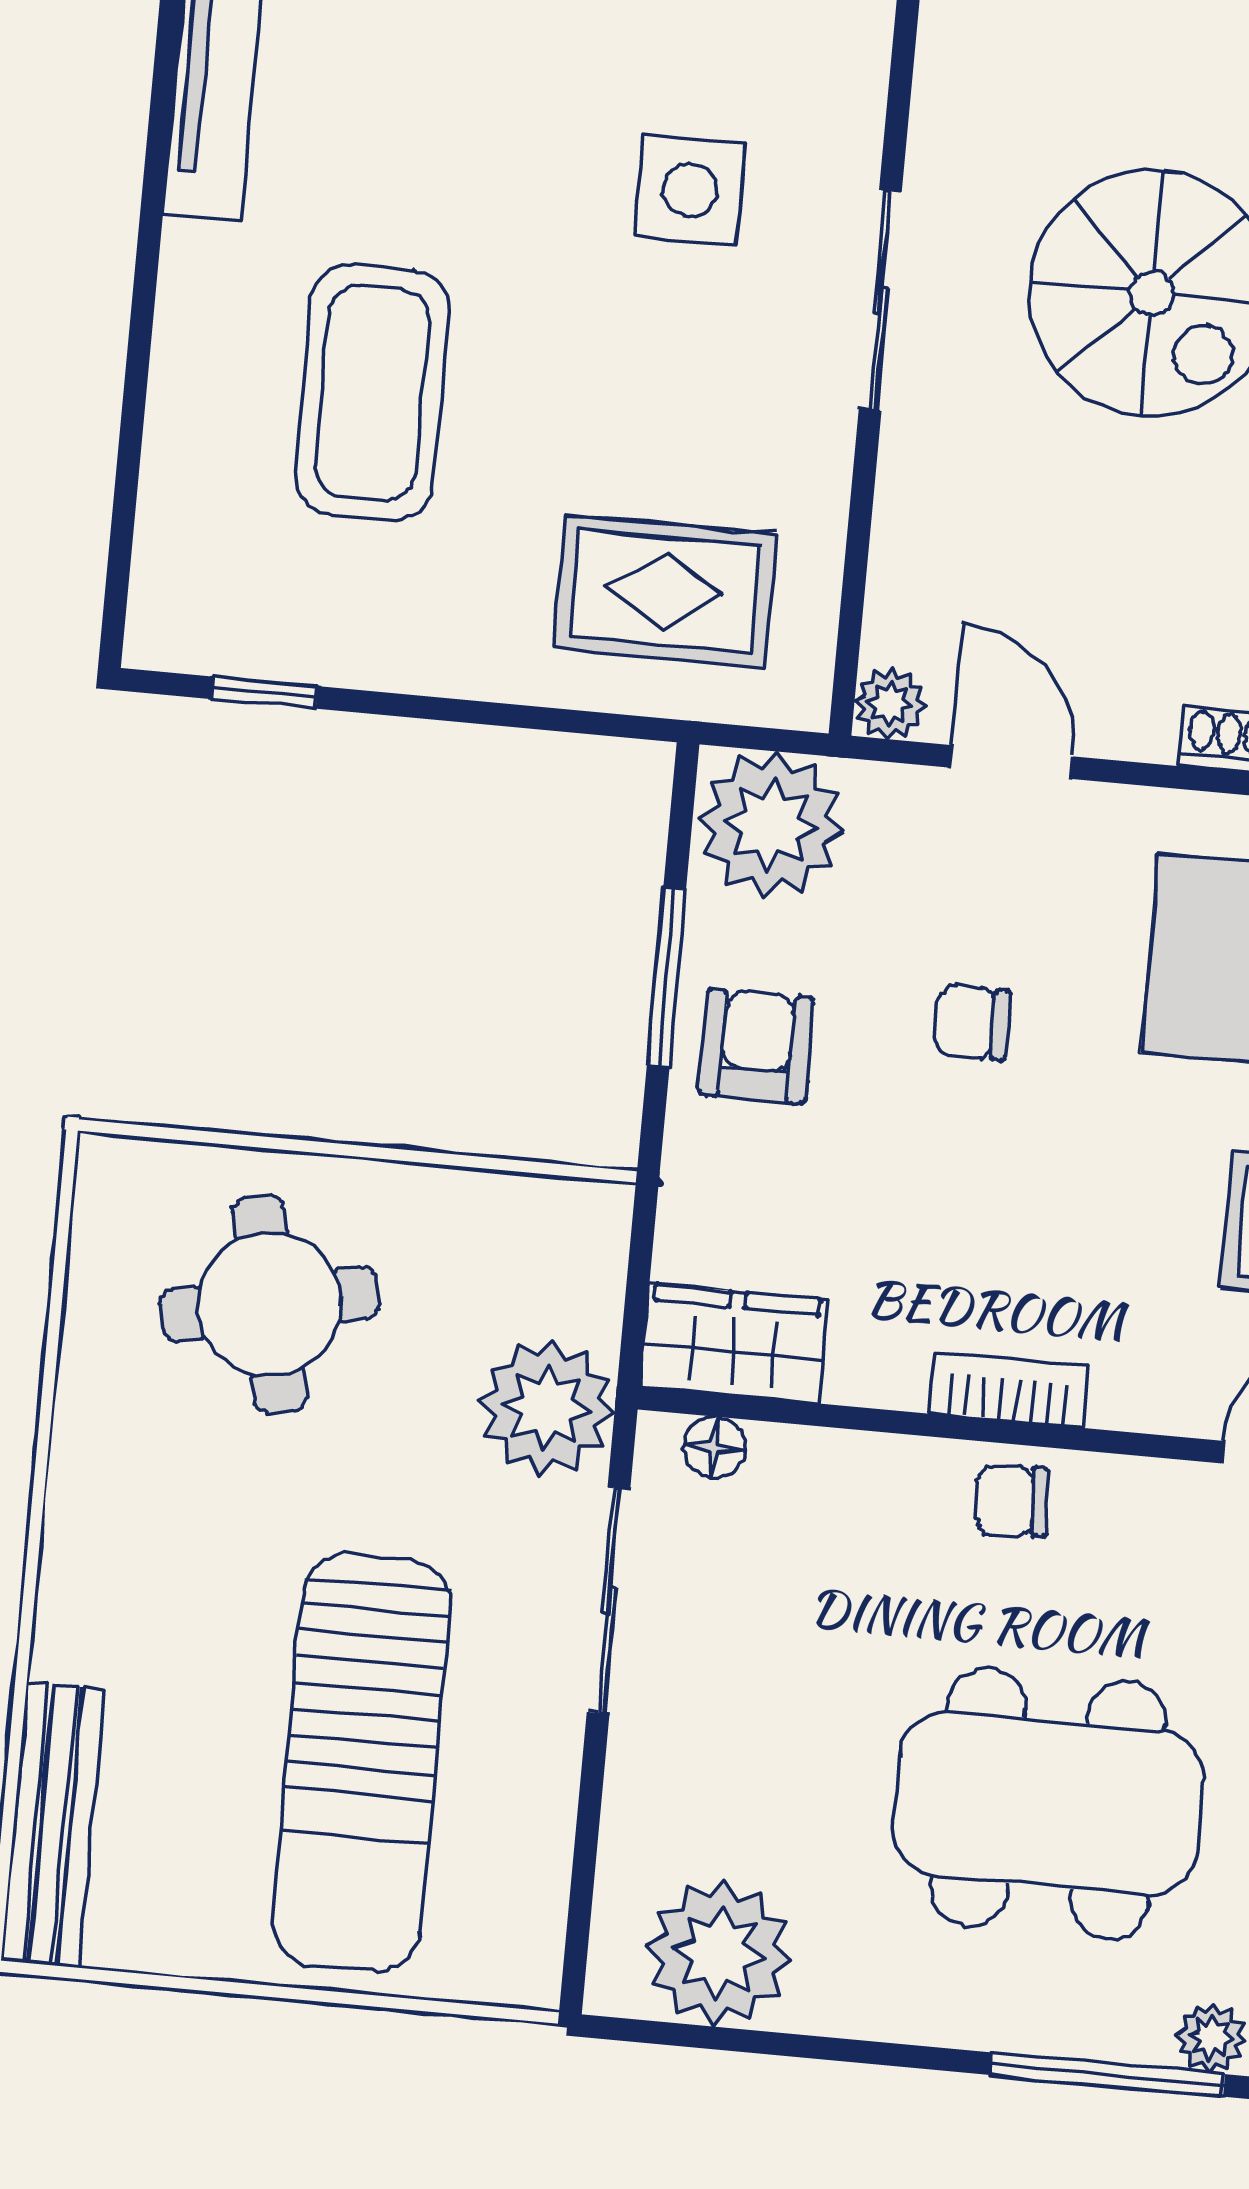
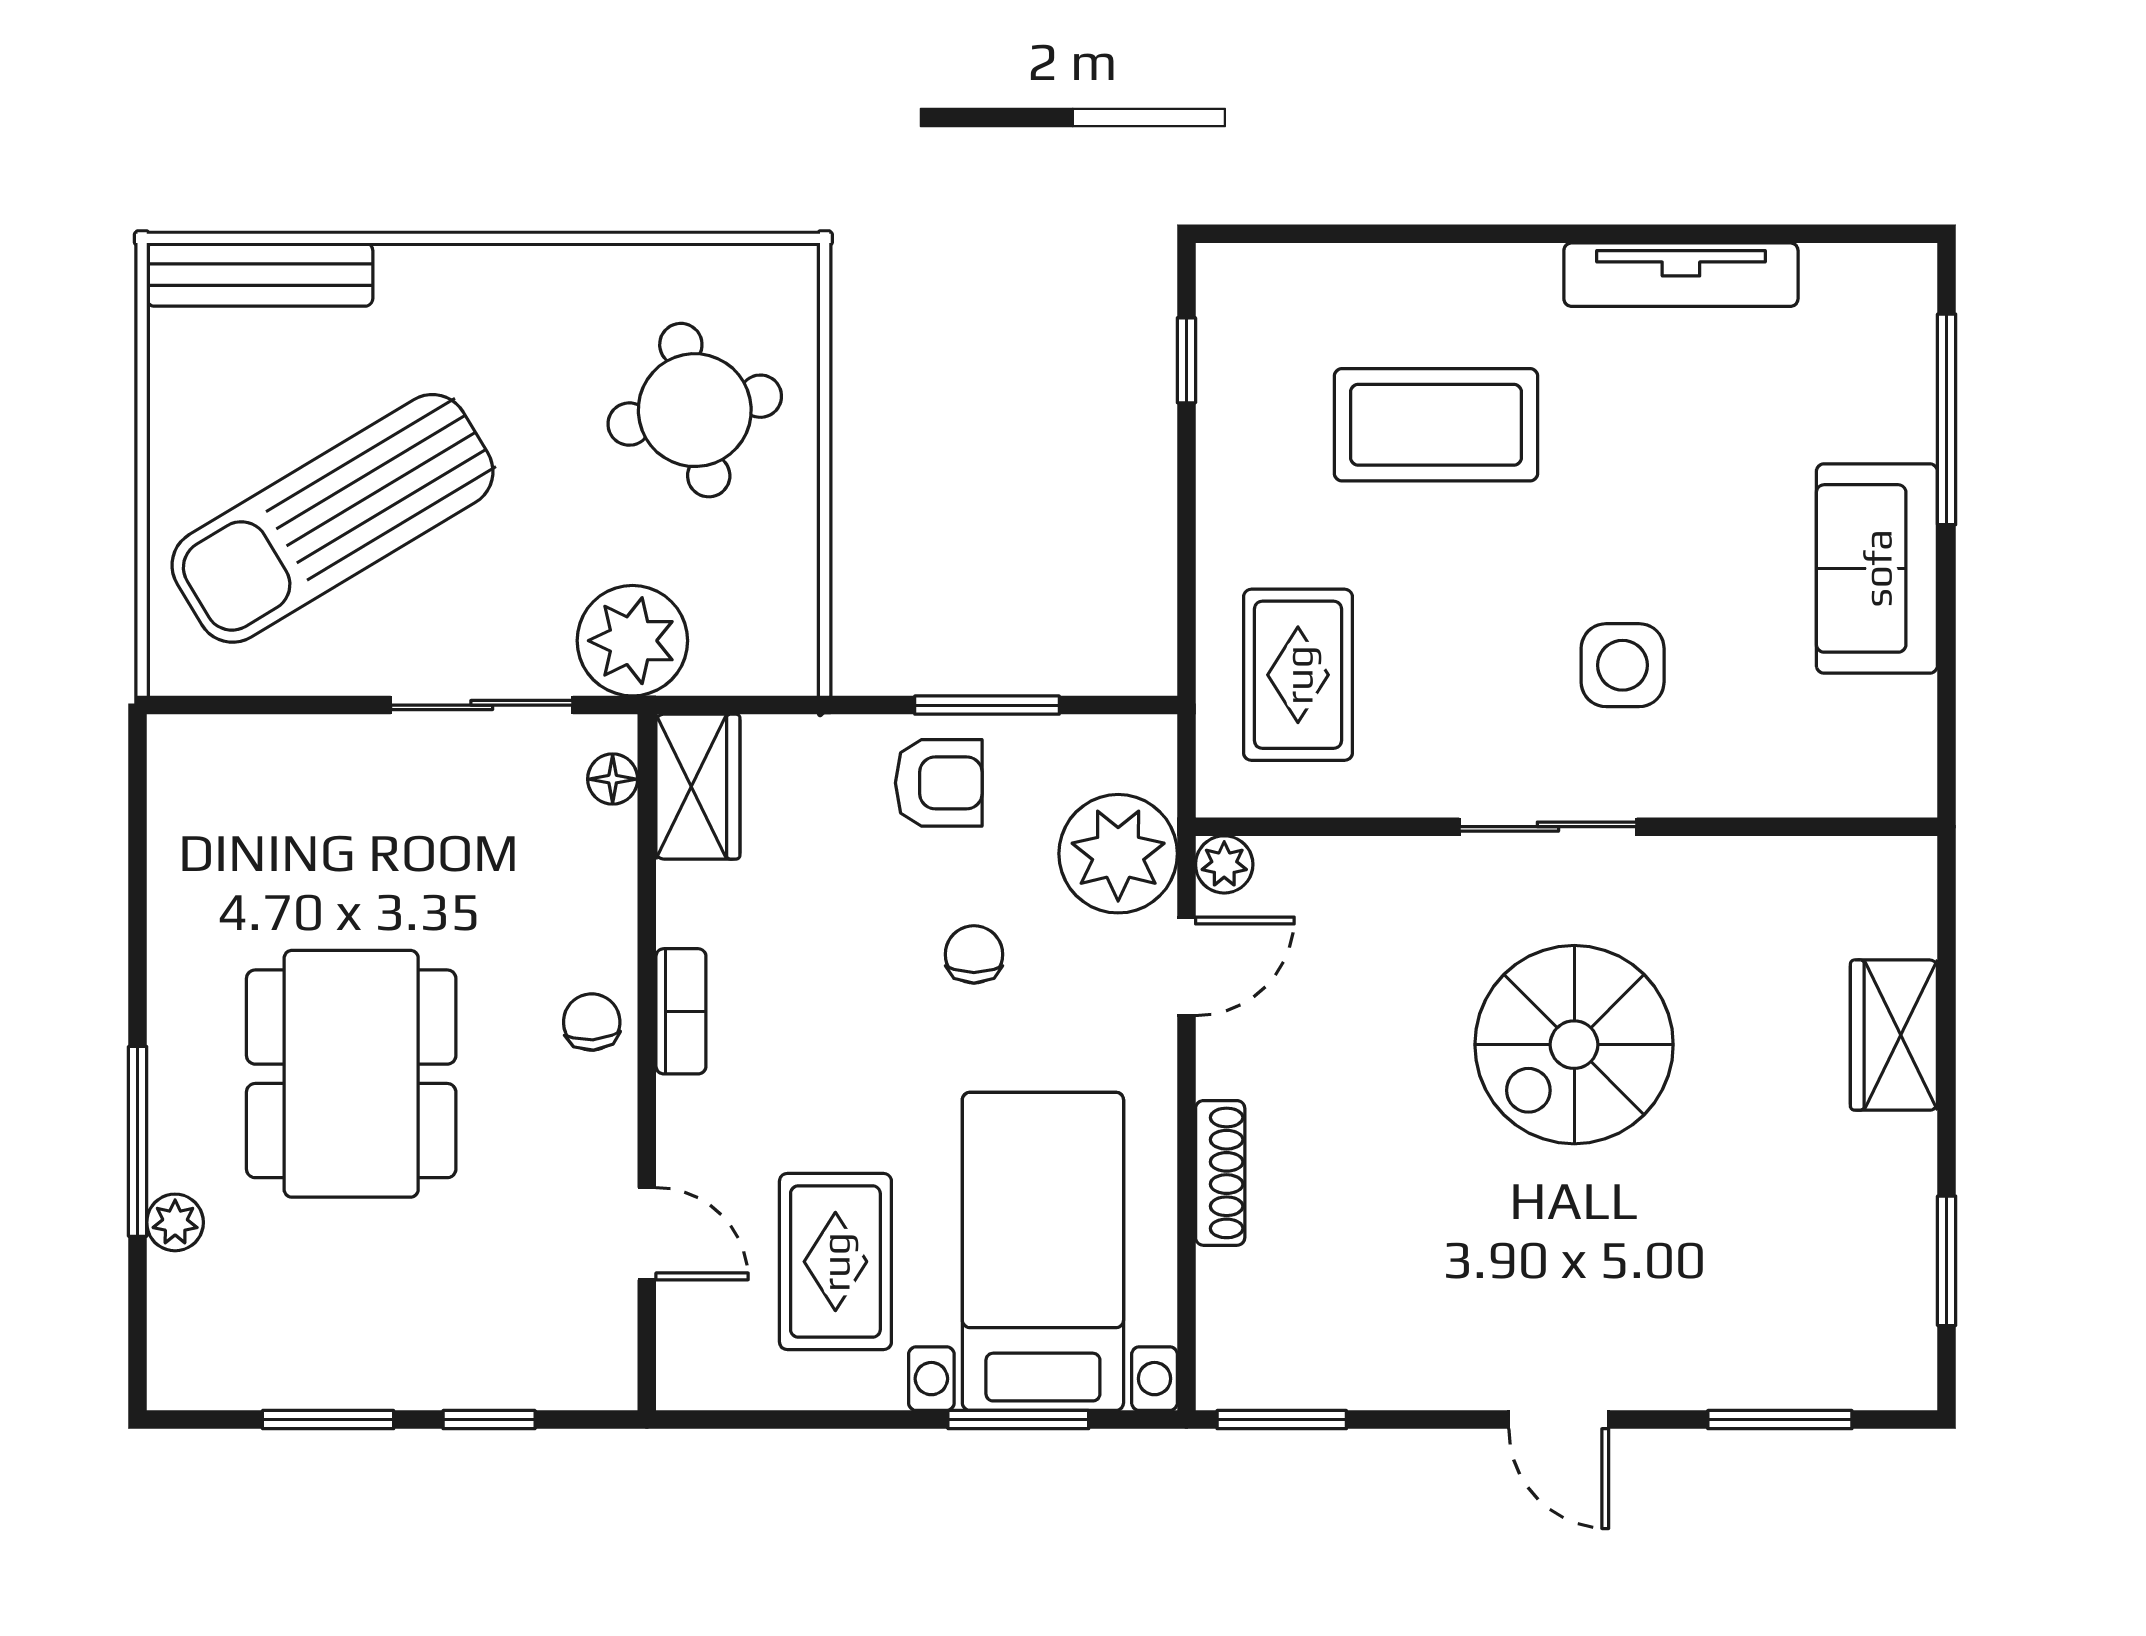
plant: (771, 825) -> (1118, 854), moved
sun lounger: (361, 1763) -> (332, 518), turned -31
plant: (719, 1953) -> (206, 820), removed

